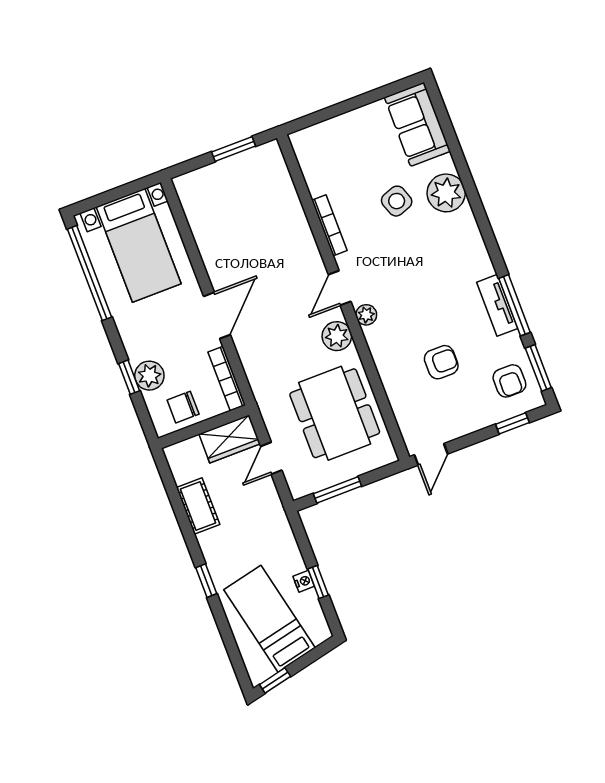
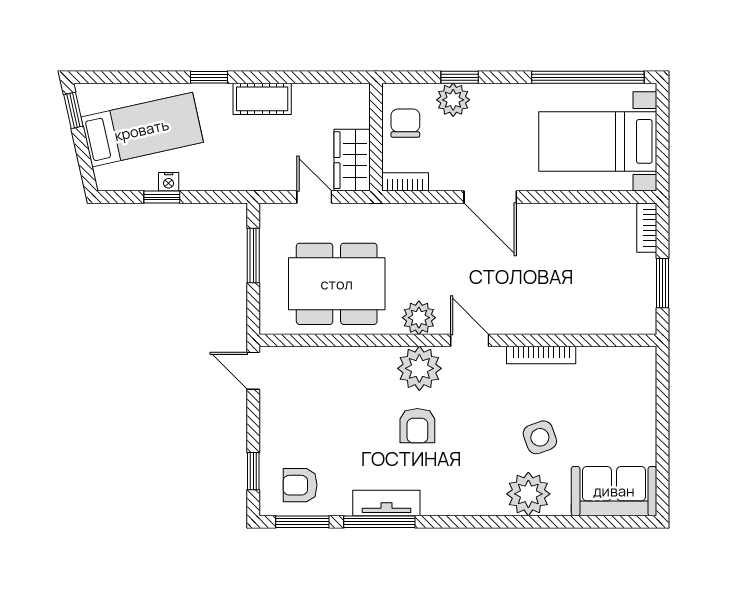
bookcase: (193, 179) -> (647, 228), added
plant: (366, 315) -> (419, 368), width x1.88, depth x1.88
armchair: (441, 362) -> (417, 426), moved
bookcase: (227, 379) -> (405, 182), width x0.64
cot: (198, 506) -> (262, 99), moved

